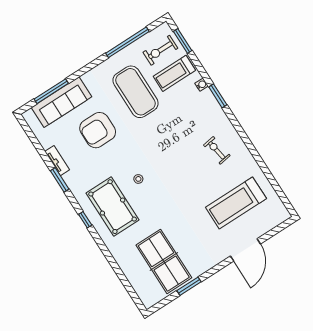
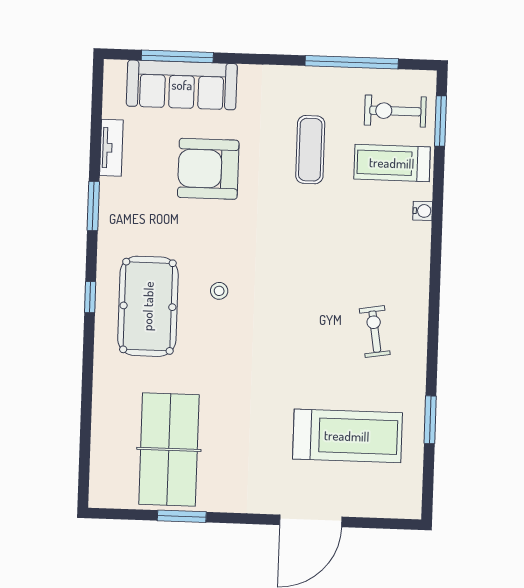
exercise mat: (136, 92) -> (310, 150), width x0.50, depth x0.69
window: (218, 96) -> (430, 420), moved
tv unit: (57, 161) -> (111, 148), moved
treadmill: (236, 203) -> (347, 436), turned 180

